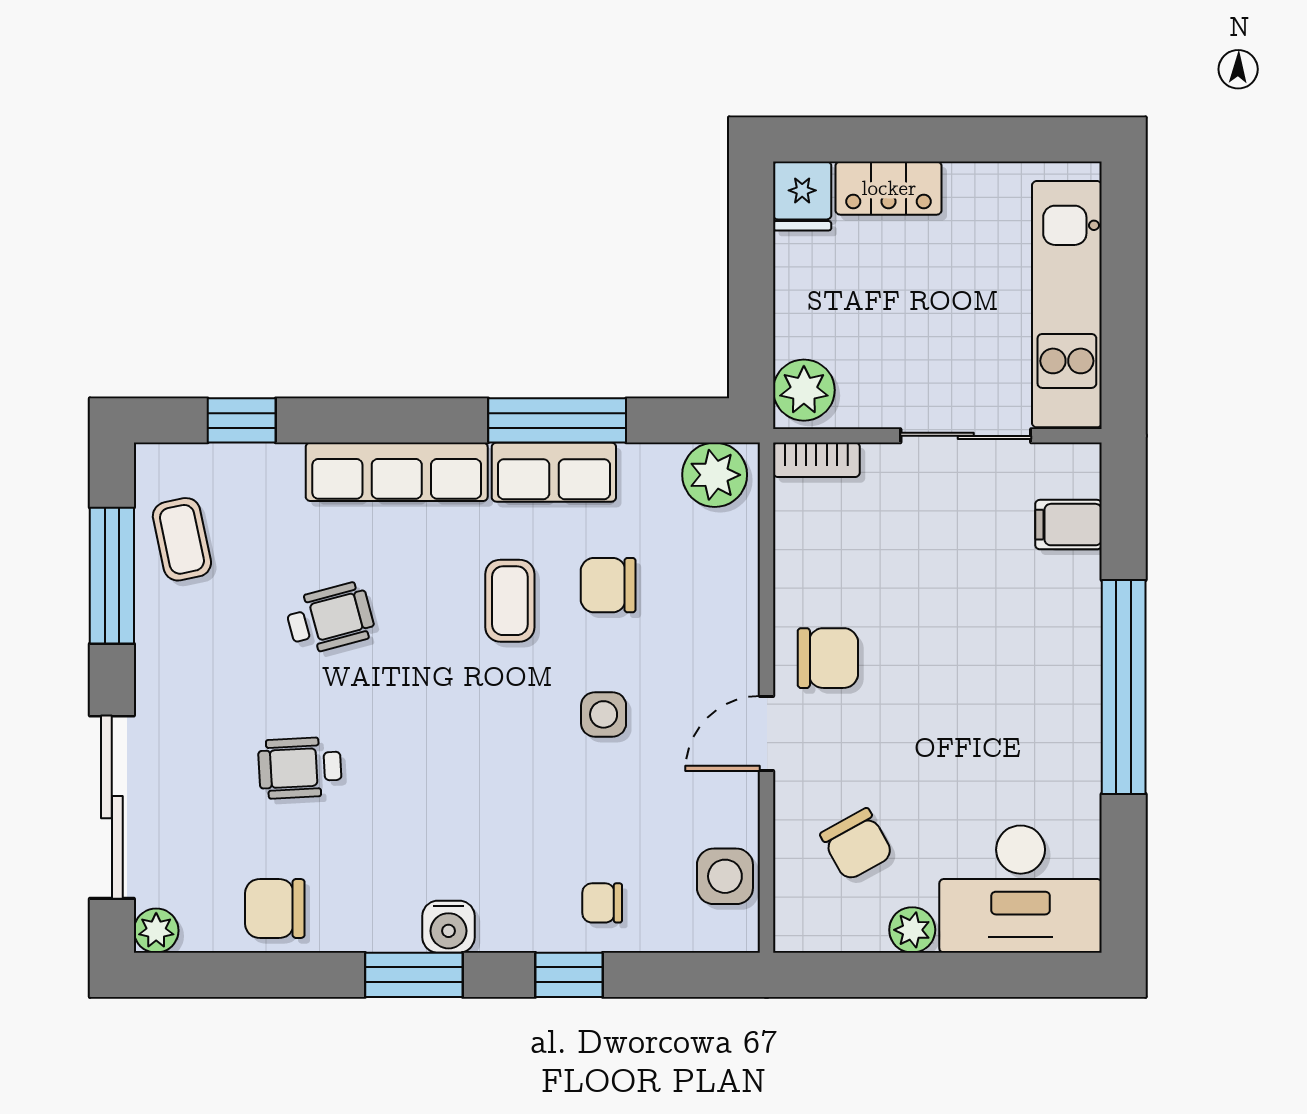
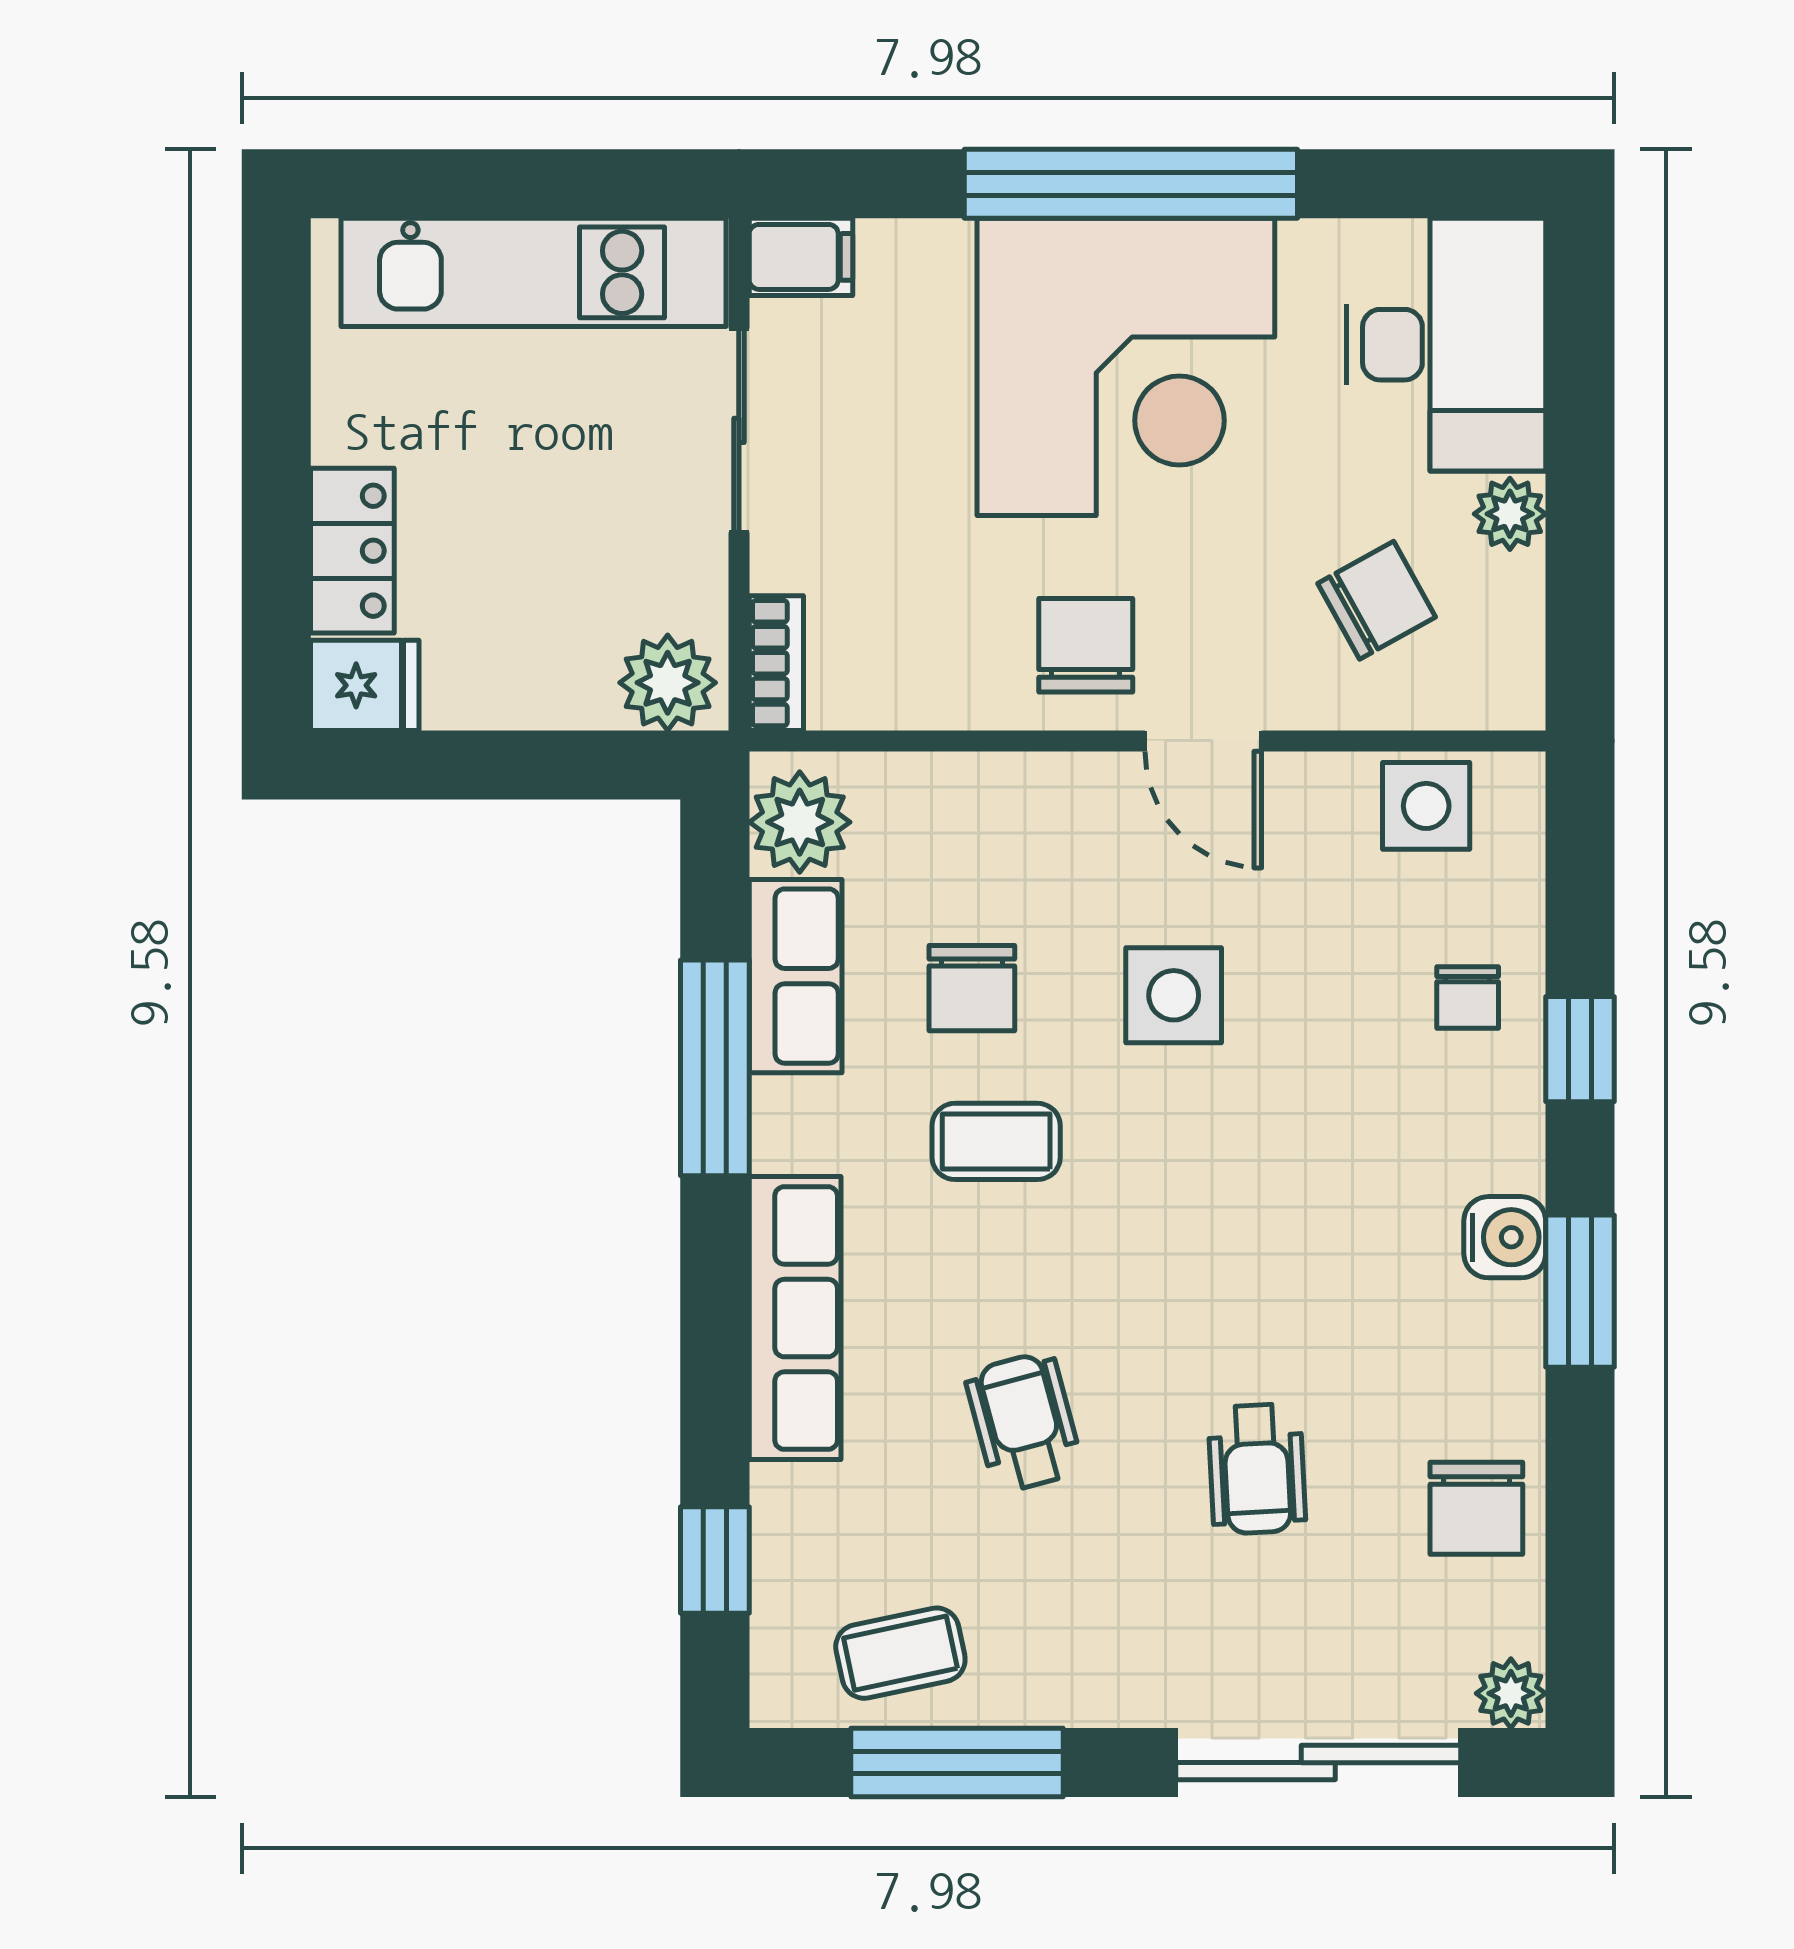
row of seats: (554, 472) -> (796, 976), moved
filing cabinet: (1068, 525) -> (801, 257), moved, turned -90
corner desk: (1006, 684) -> (1126, 367), added
side table: (604, 714) -> (1174, 995), width x1.37, depth x1.37

